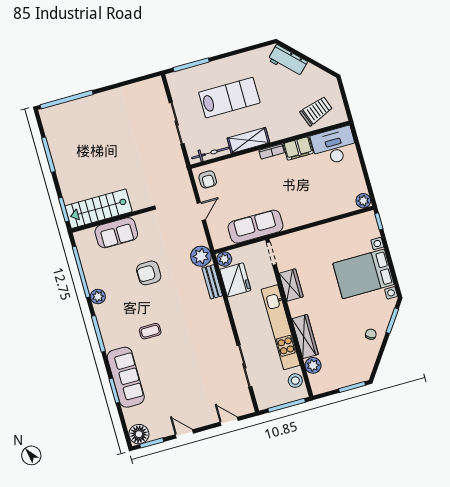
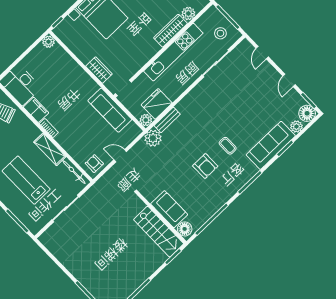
armchair: (208, 179) -> (94, 164), turned -90
floor lamp: (86, 238) -> (185, 229), added
armchair: (149, 273) -> (205, 166), moved
wardrobe: (291, 285) -> (99, 70), moved, turned 90
plant: (98, 296) -> (296, 127), moved
stool: (295, 381) -> (220, 33), moved

